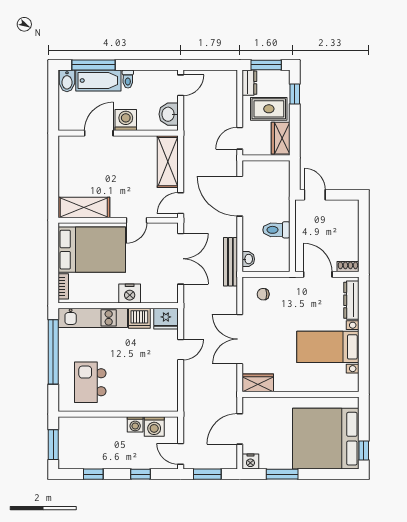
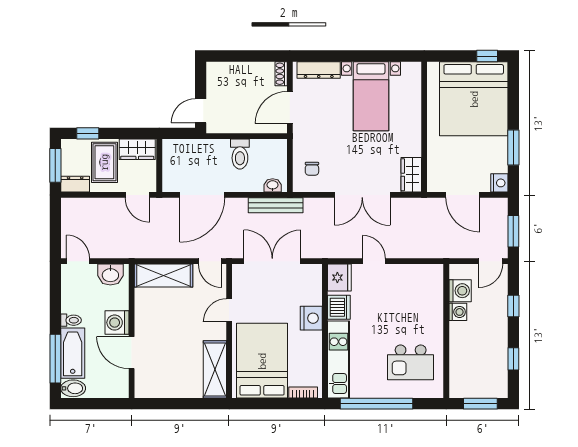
door: (137, 220) -> (229, 310), swing flipped

